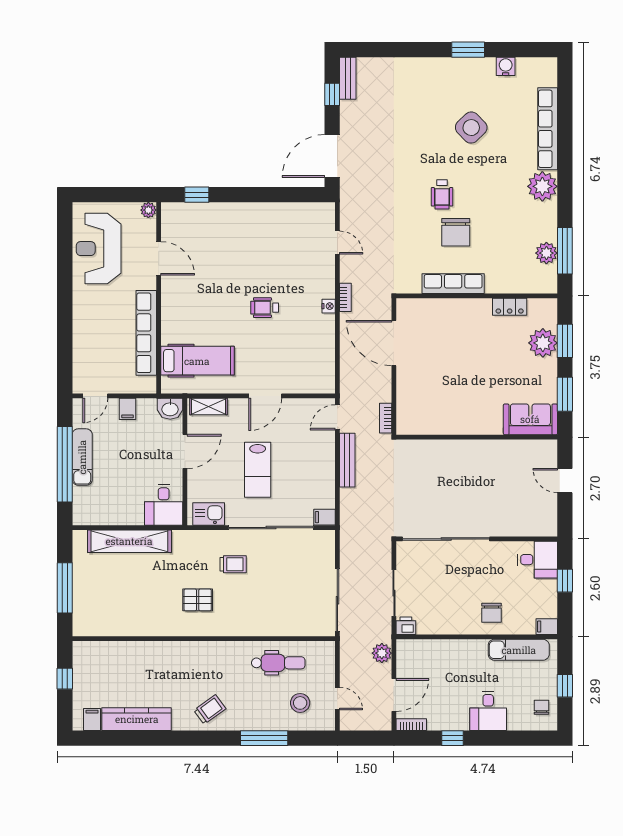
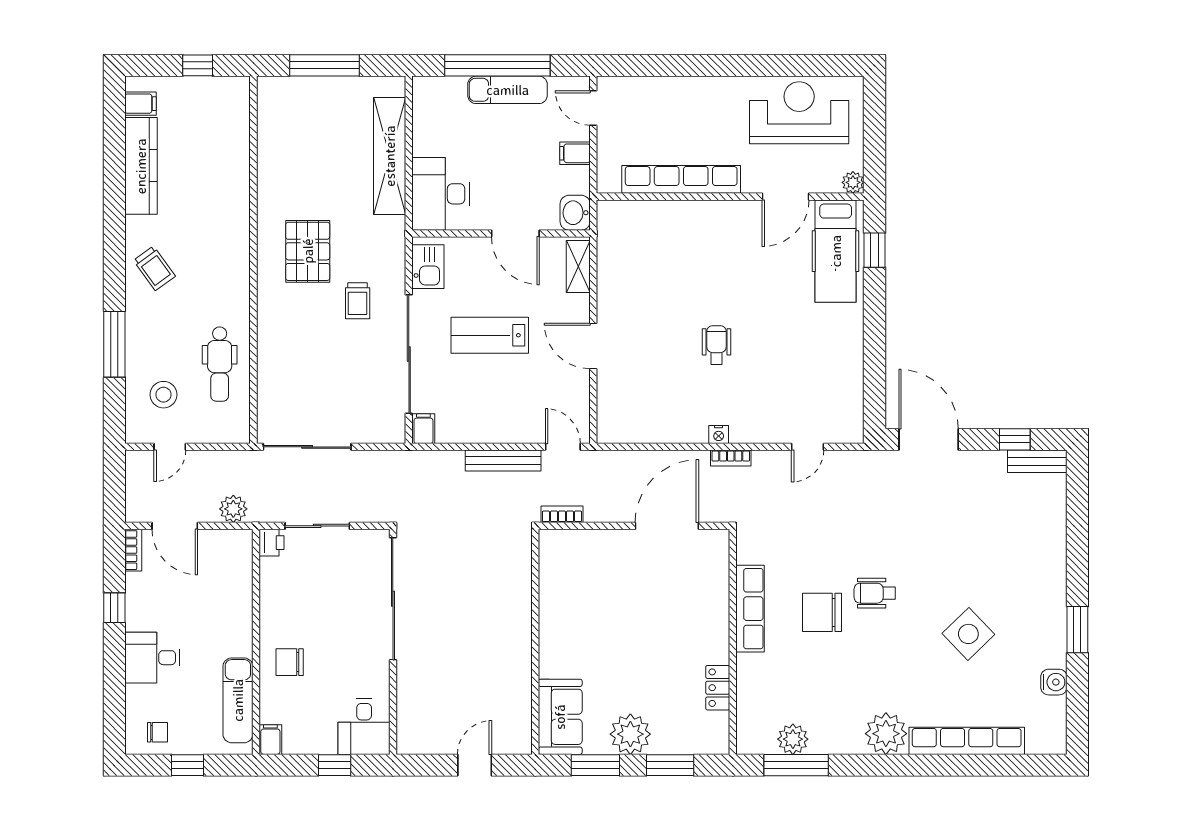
plant: (543, 343) -> (630, 734), moved
hospital bed: (197, 361) -> (836, 251), moved
desk: (164, 505) -> (441, 194), width x1.37
pallet: (198, 600) -> (308, 251), width x1.50, depth x1.42

